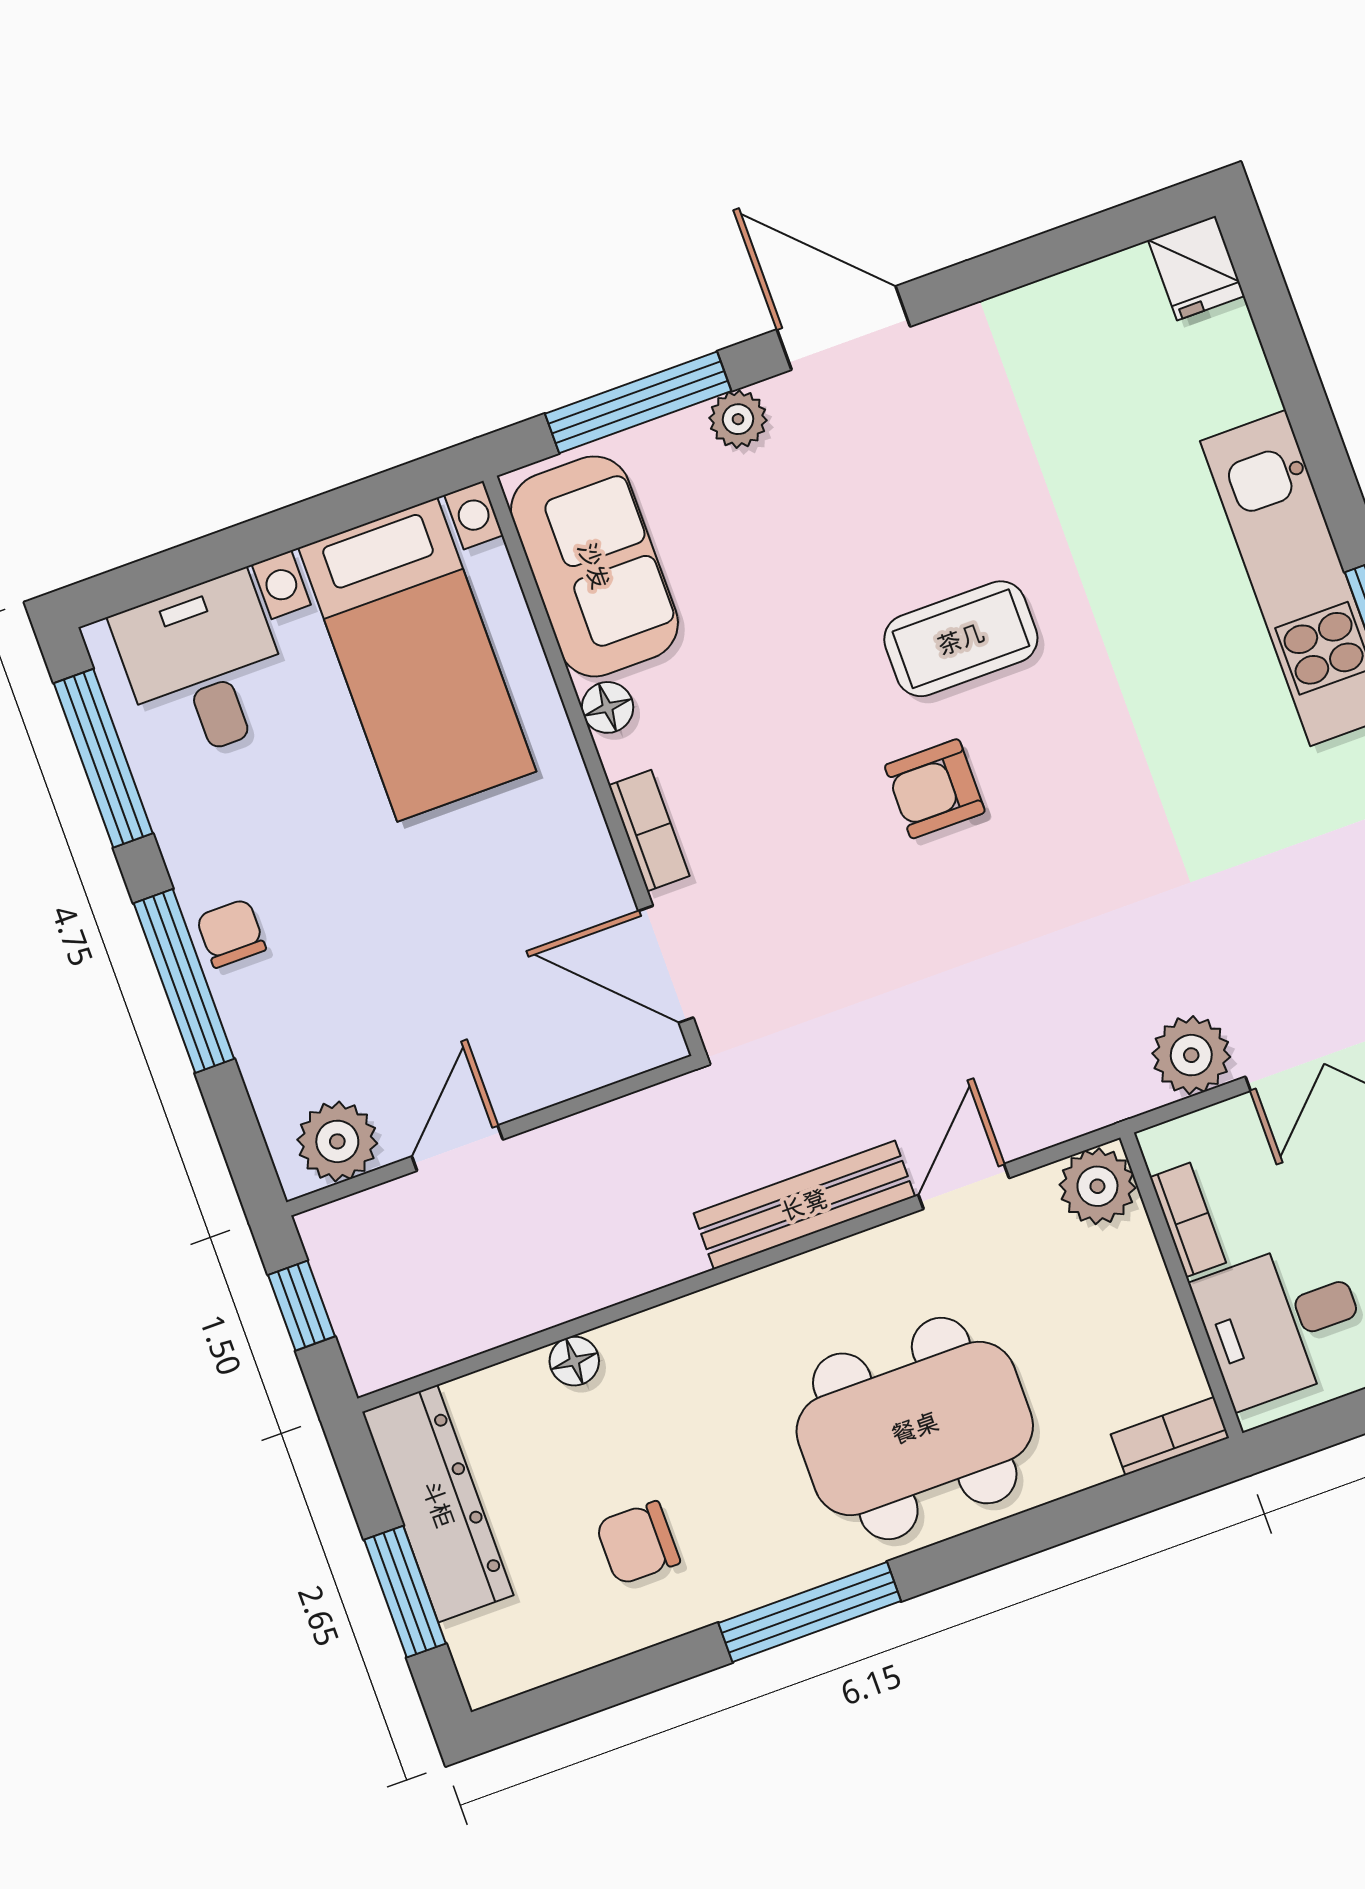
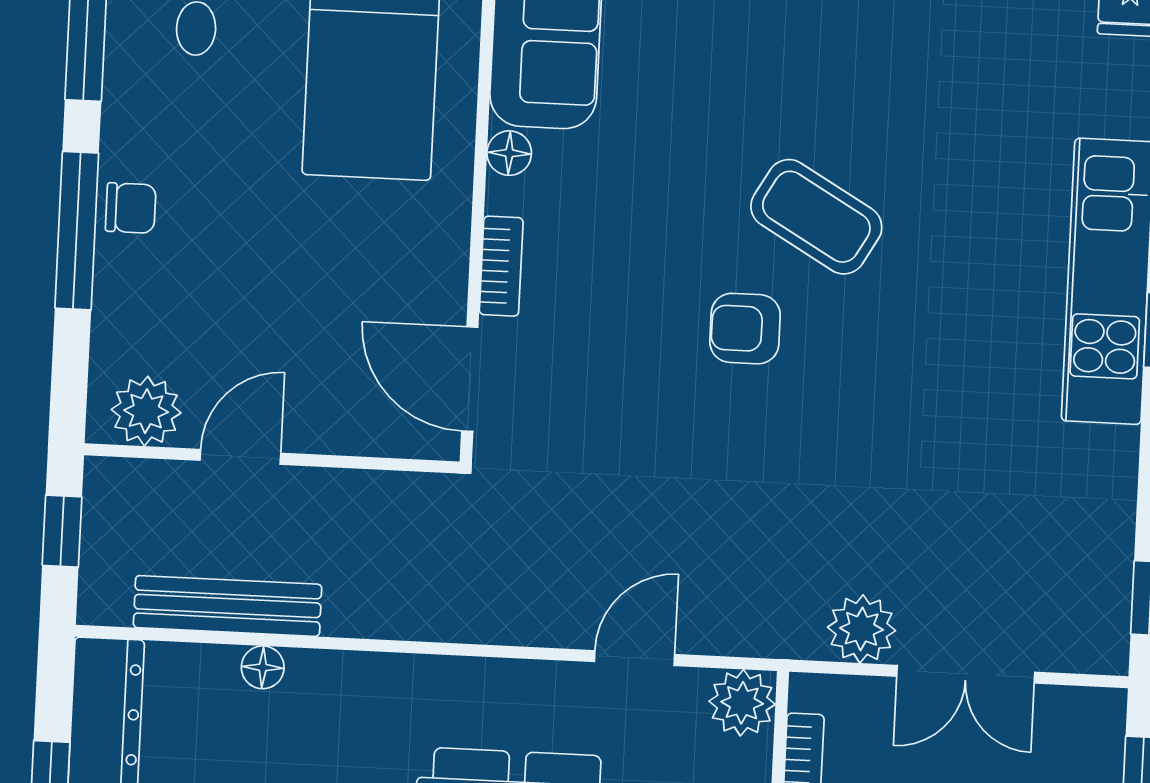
coffee table: (961, 639) -> (816, 217), turned 30
chair: (231, 933) -> (131, 208), turned 90
bench: (804, 1205) -> (228, 606), moved

